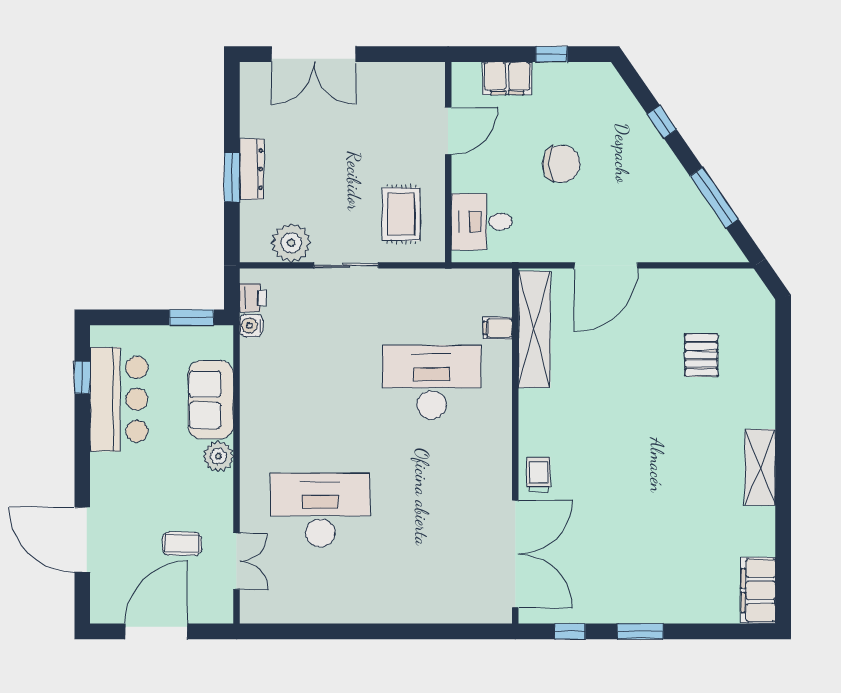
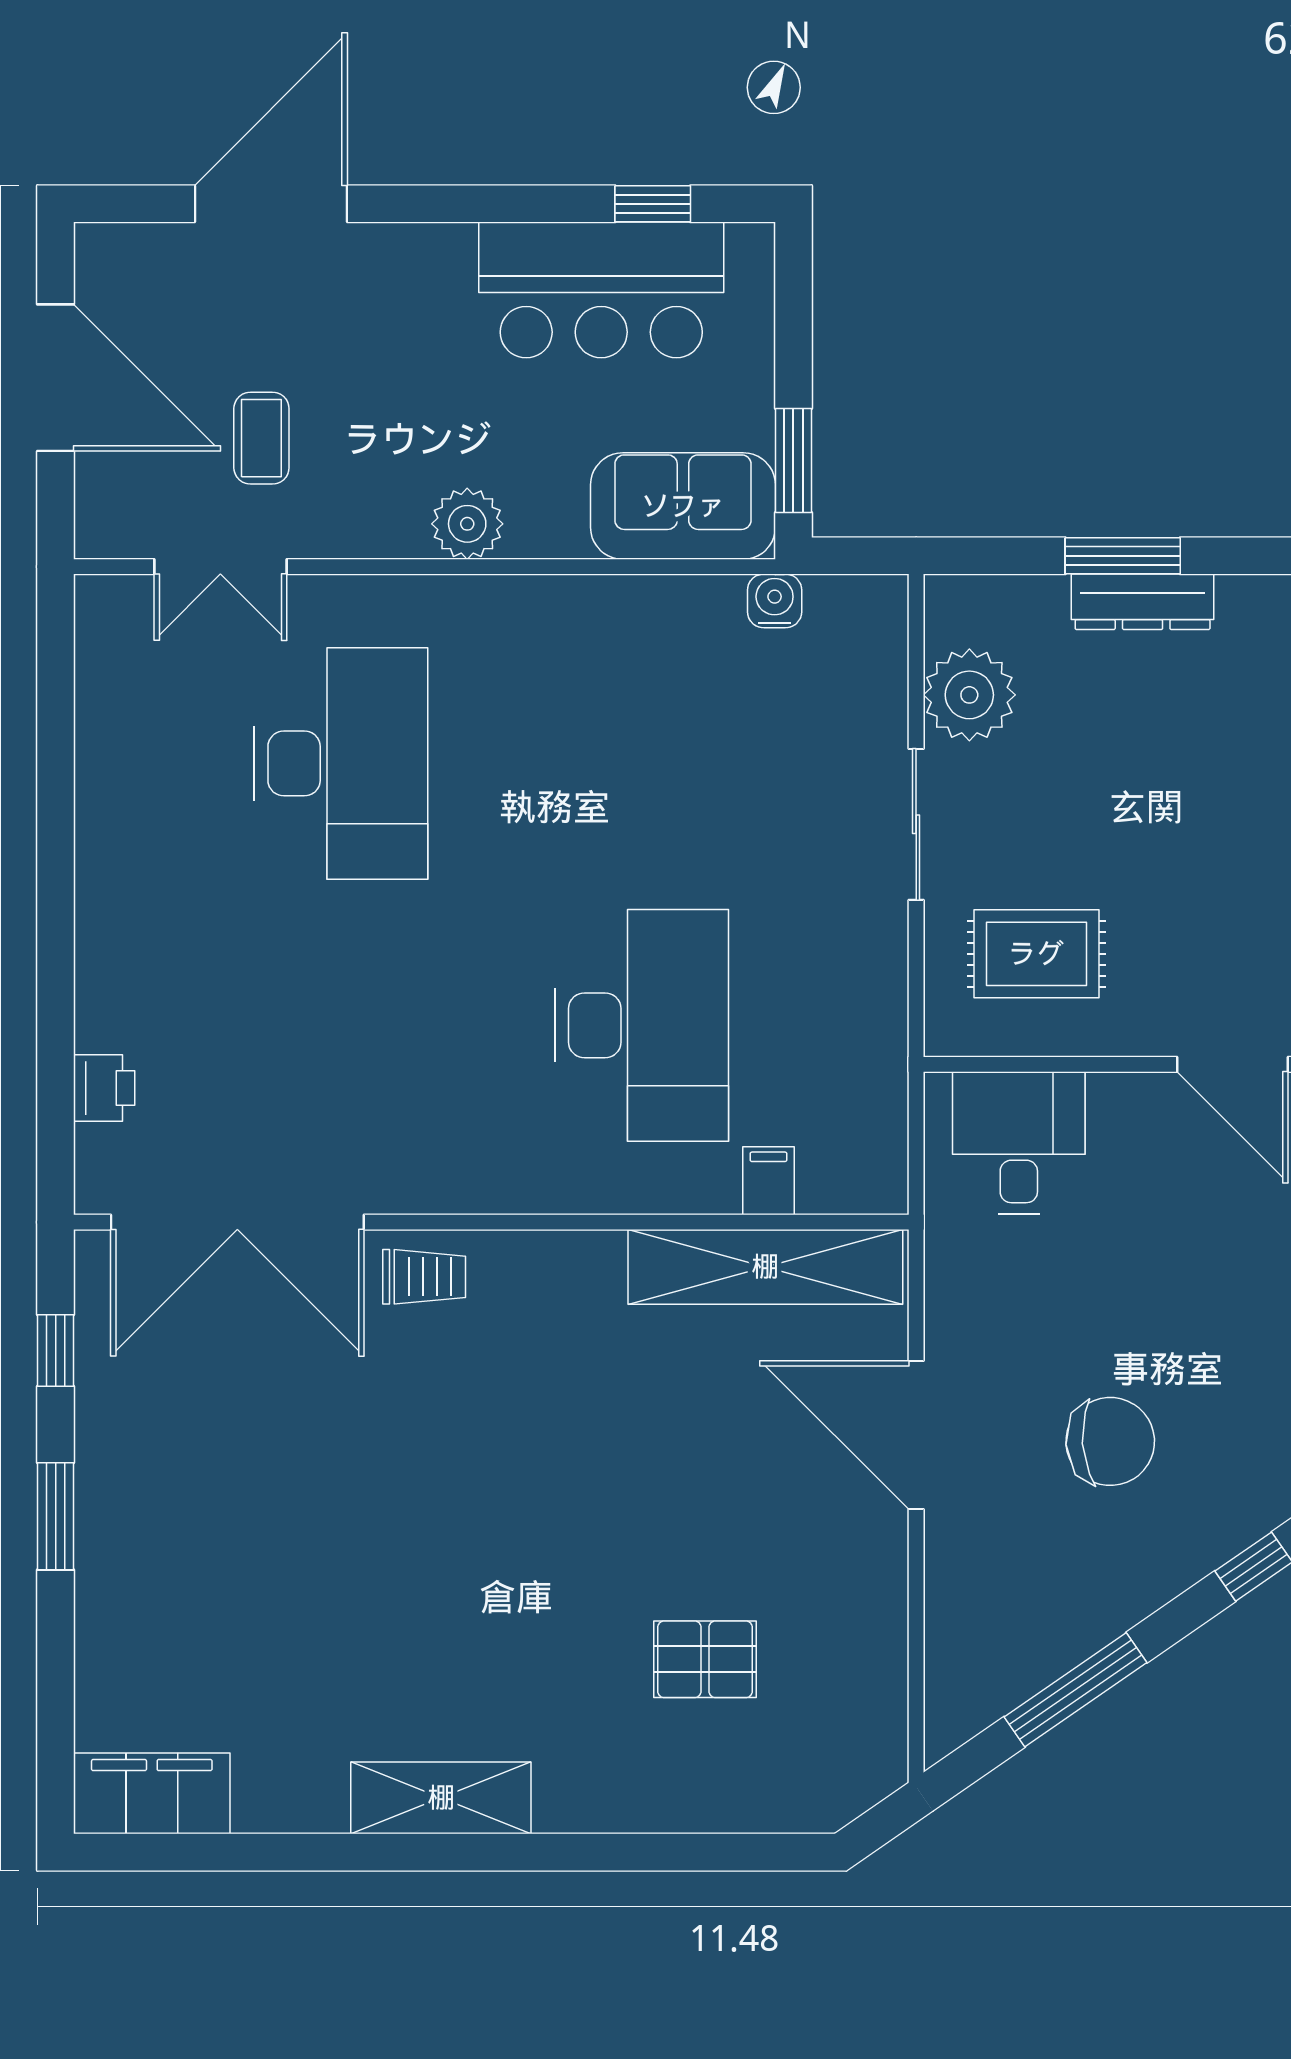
chair: (561, 164) -> (1110, 1441), moved, turned -94
printer: (253, 298) -> (104, 1088), moved, turned -90
sofa: (211, 400) -> (683, 506), moved

